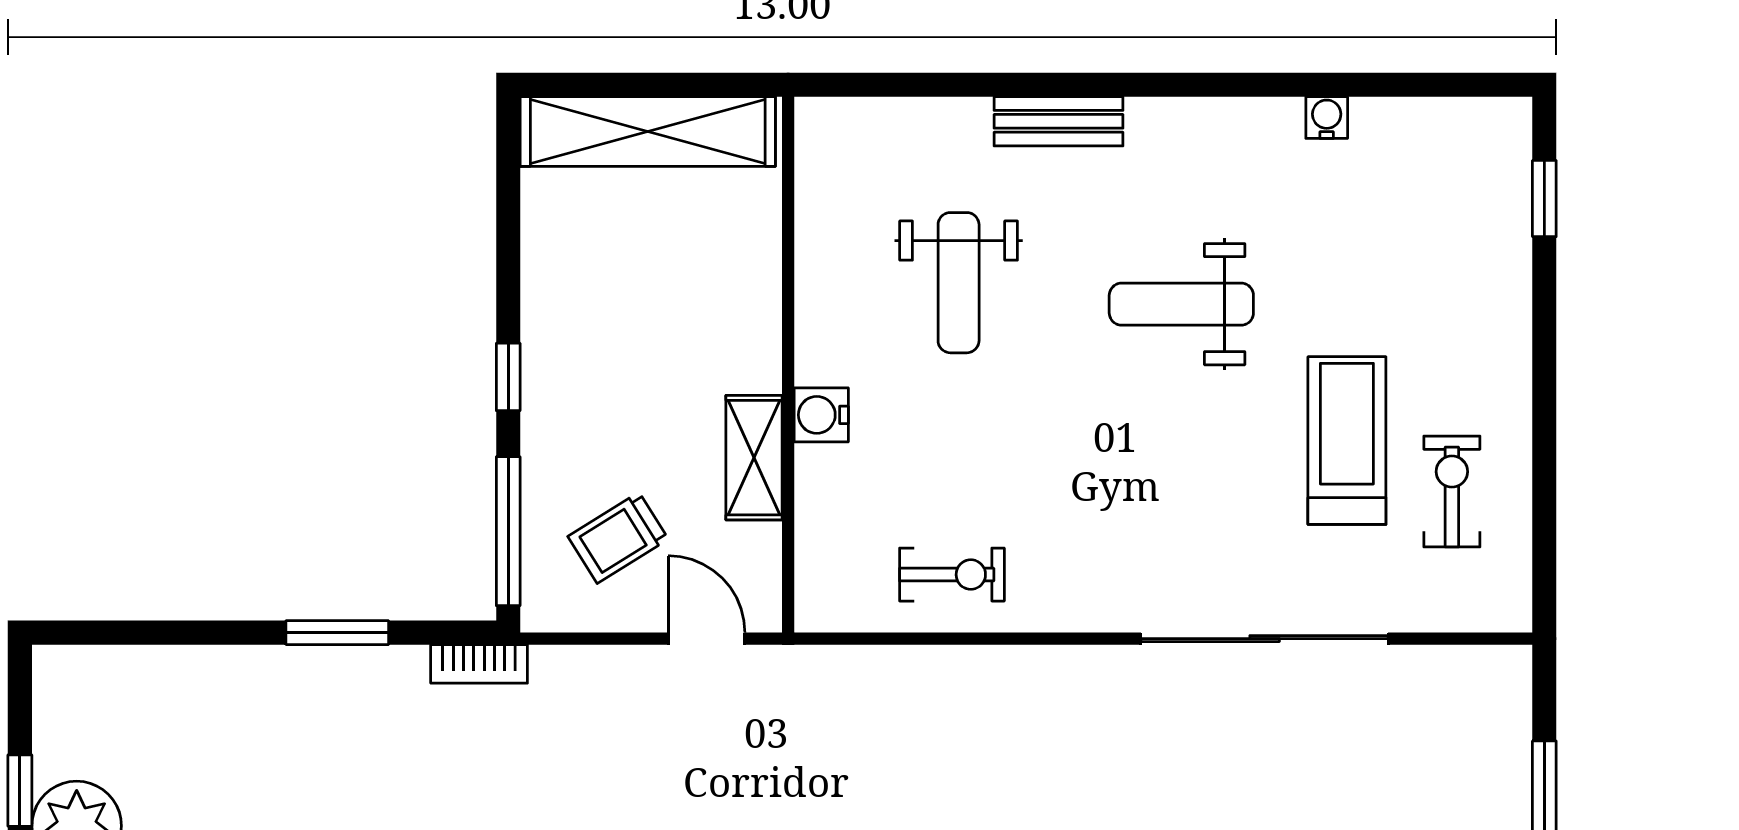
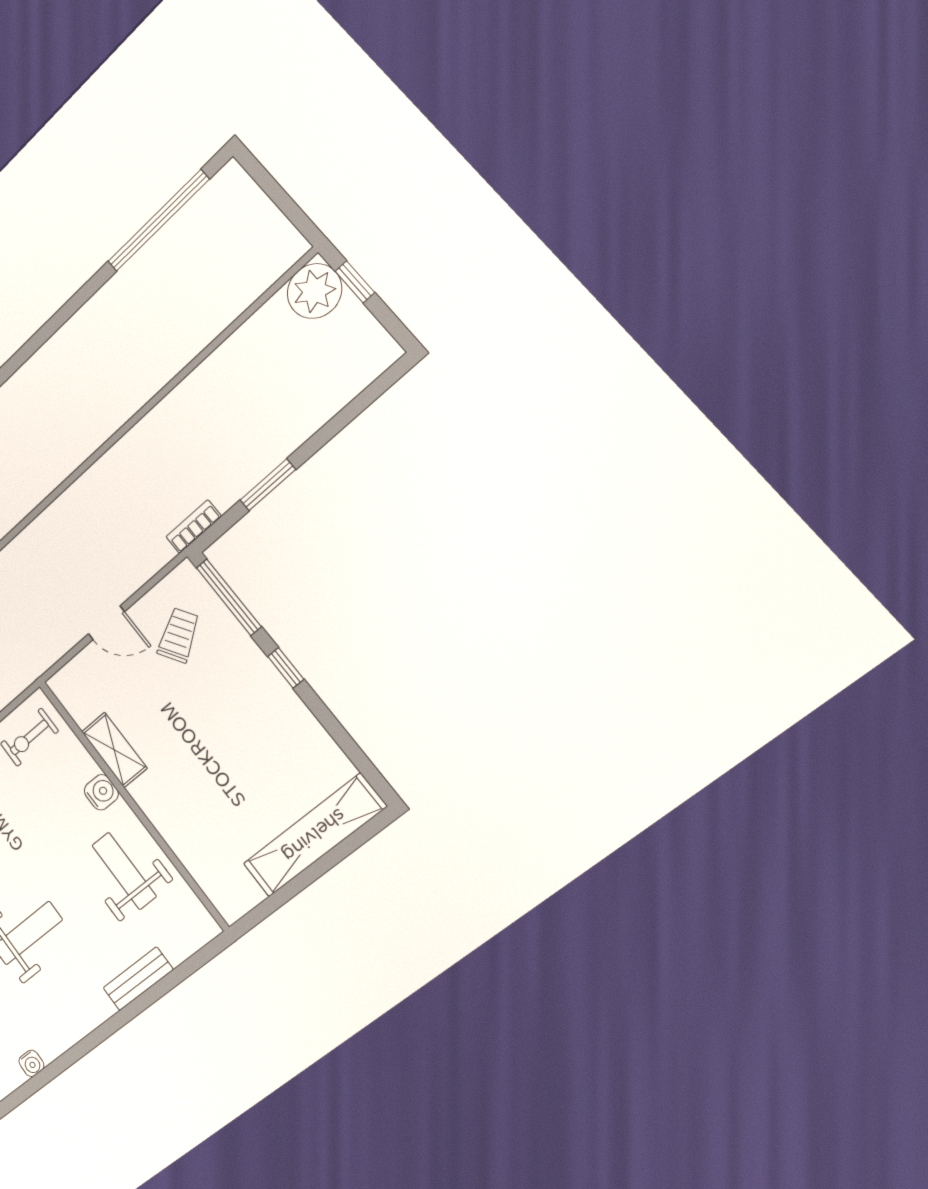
wall: (788, 365) -> (132, 804), moved
water cooler: (821, 415) -> (101, 792), moved
shelving: (754, 458) -> (114, 750), moved

